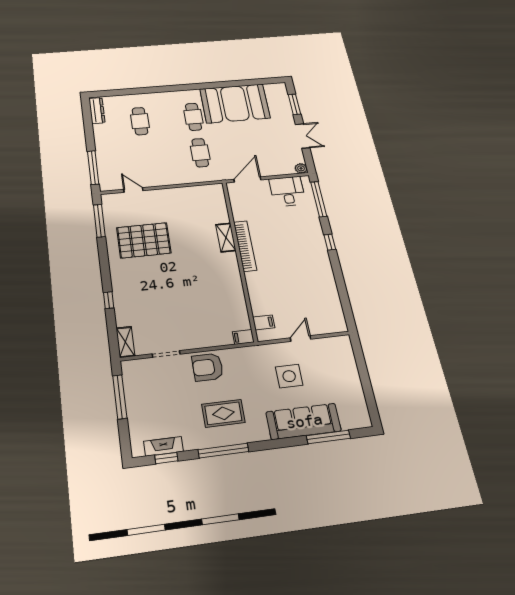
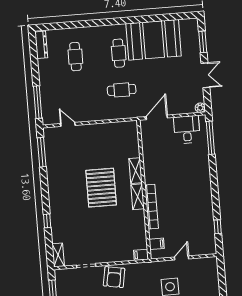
cafe table: (200, 153) -> (122, 90), turned 90
pallet: (144, 240) -> (101, 188), moved, turned 90
window: (330, 242) -> (218, 227), moved
bookcase: (245, 246) -> (152, 207), moved
shelving: (232, 267) -> (138, 197), added
armchair: (208, 367) -> (114, 277), turned -80

